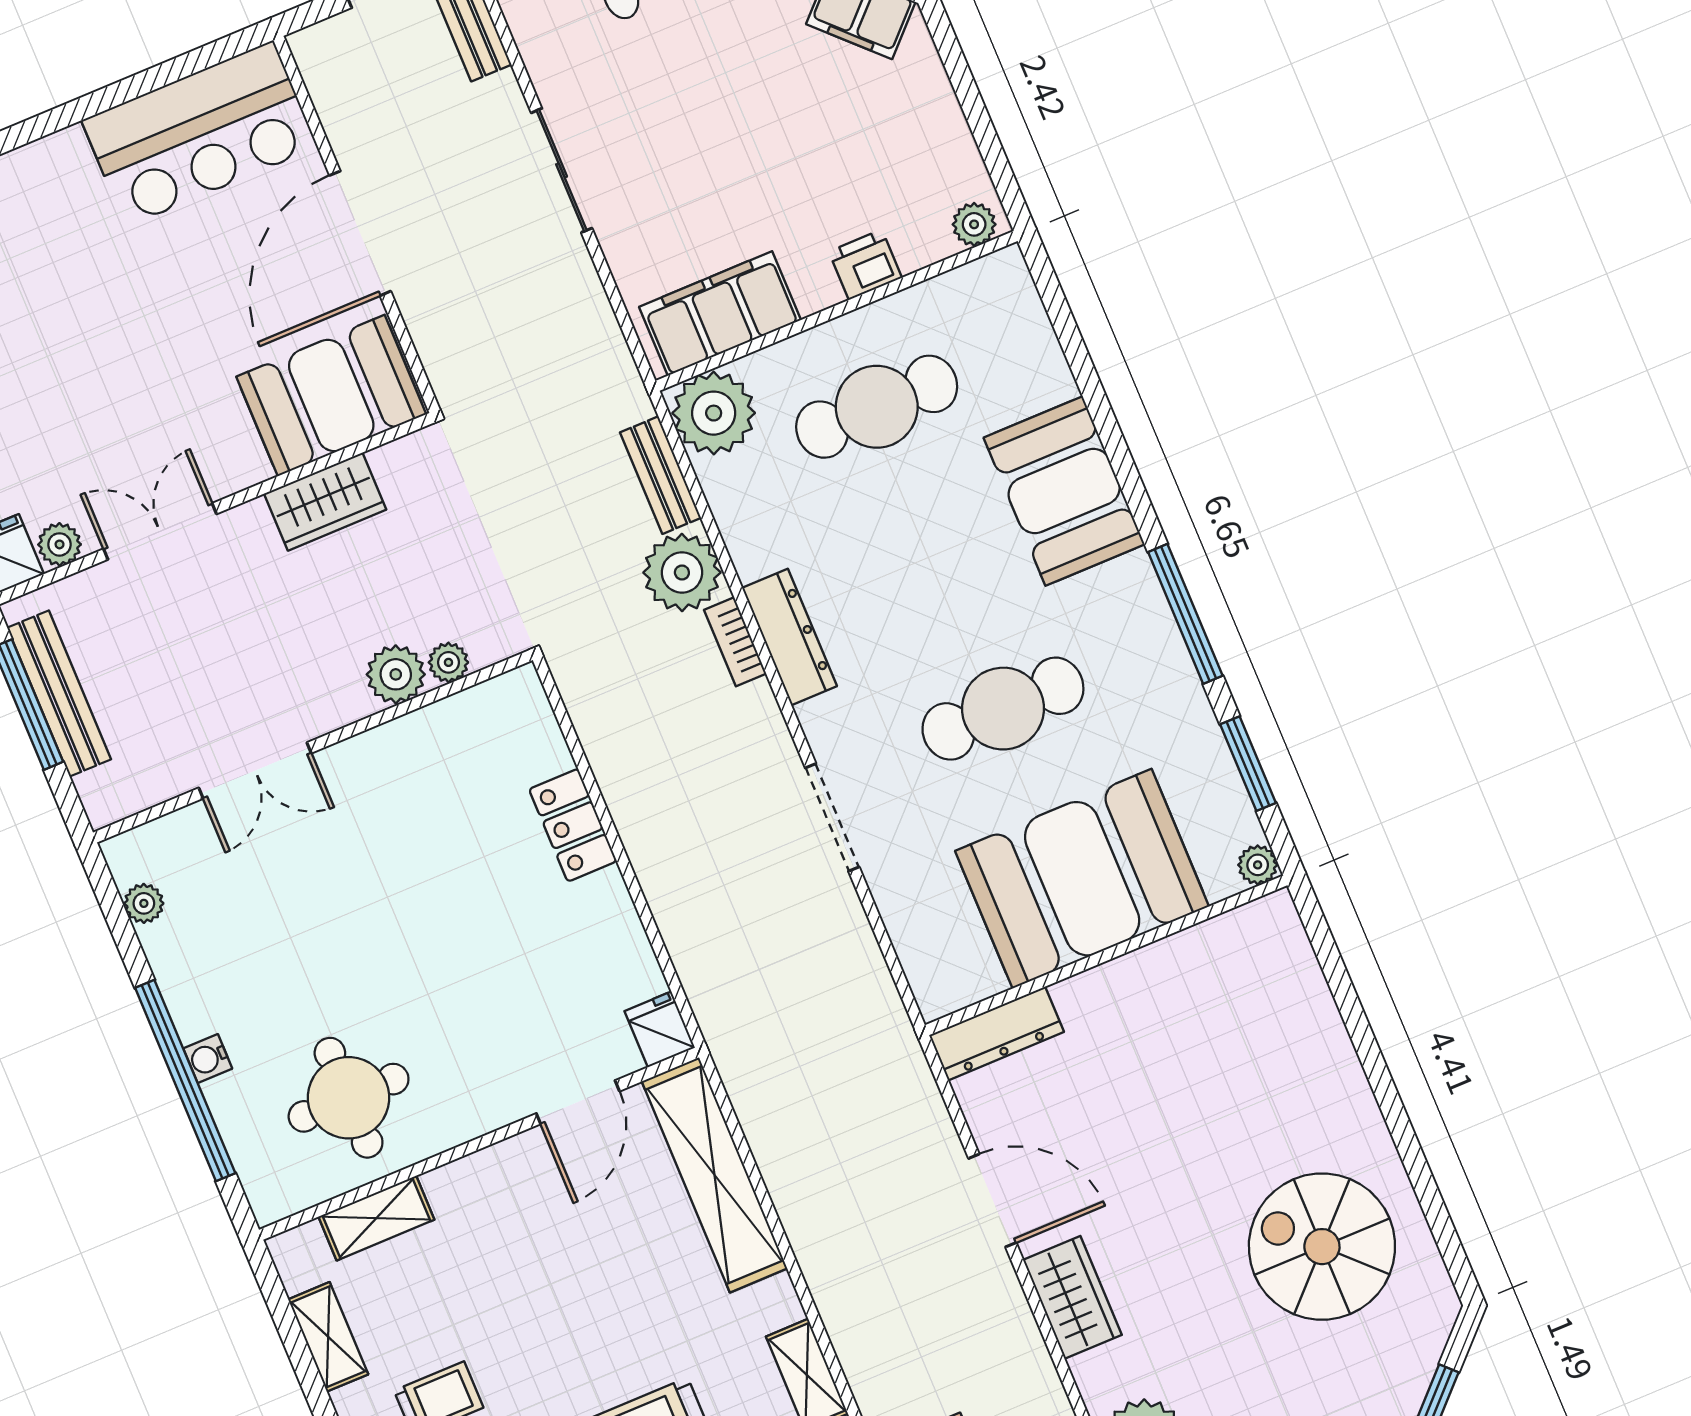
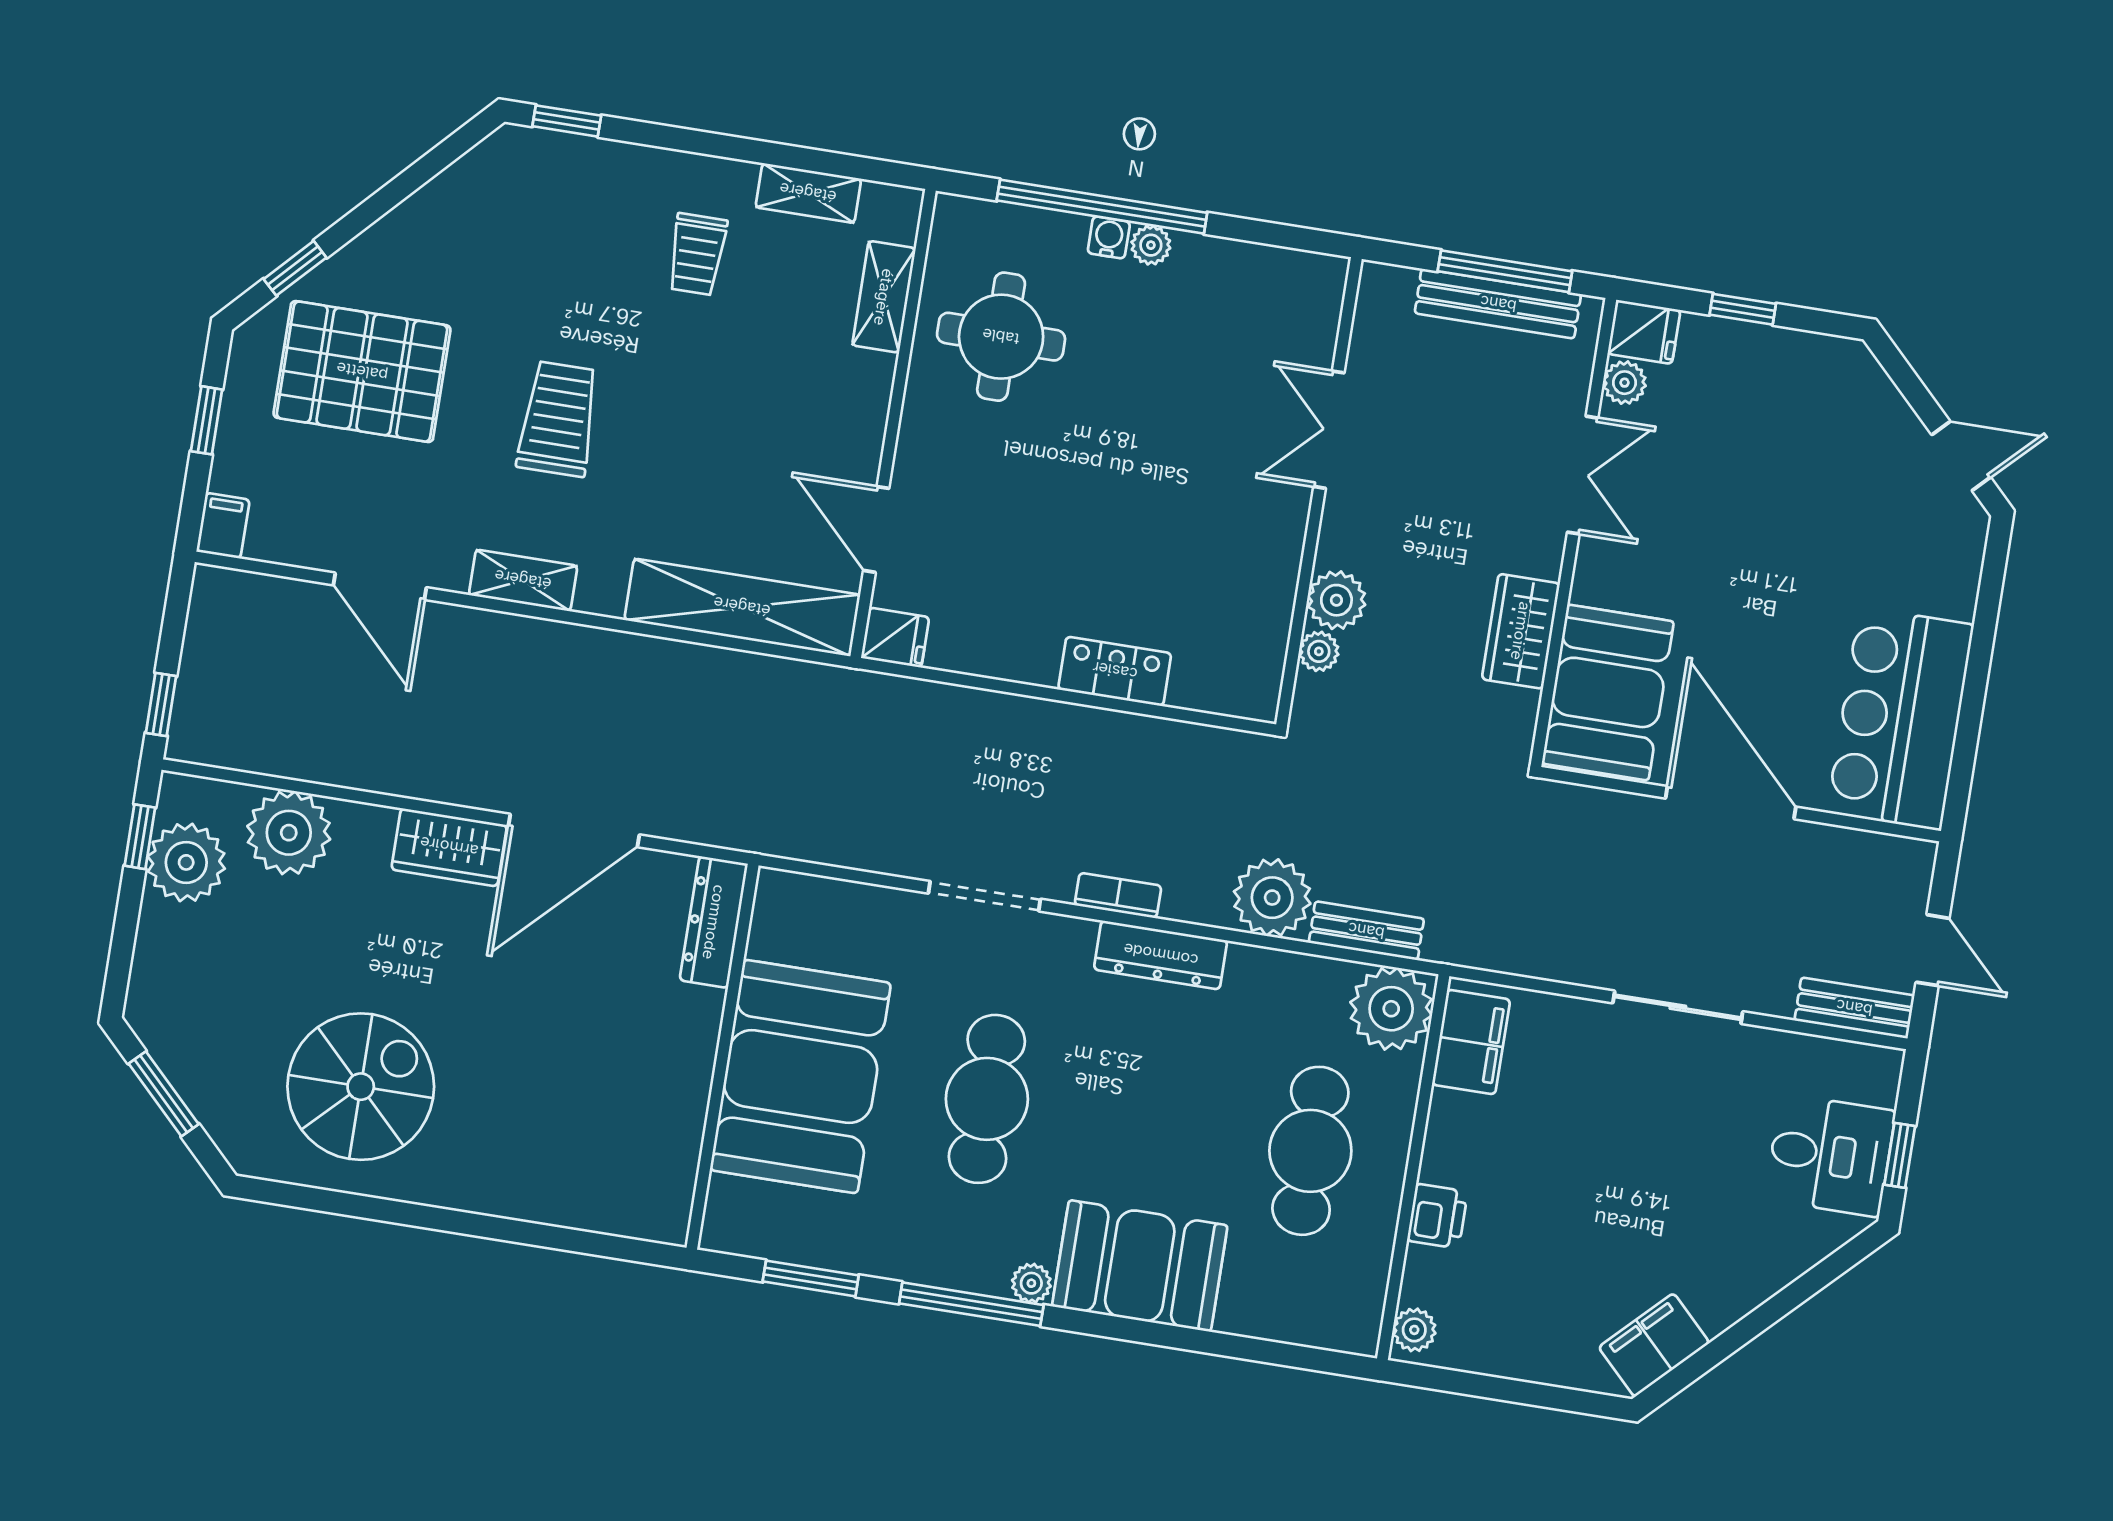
filing cabinet: (720, 313) -> (1471, 1042), width x0.67, depth x0.86
bookcase: (735, 642) -> (1118, 895), moved
plant: (1258, 865) -> (1031, 1283), moved
plant: (144, 903) -> (1151, 245), moved
door: (992, 1200) -> (574, 830), width x1.36

